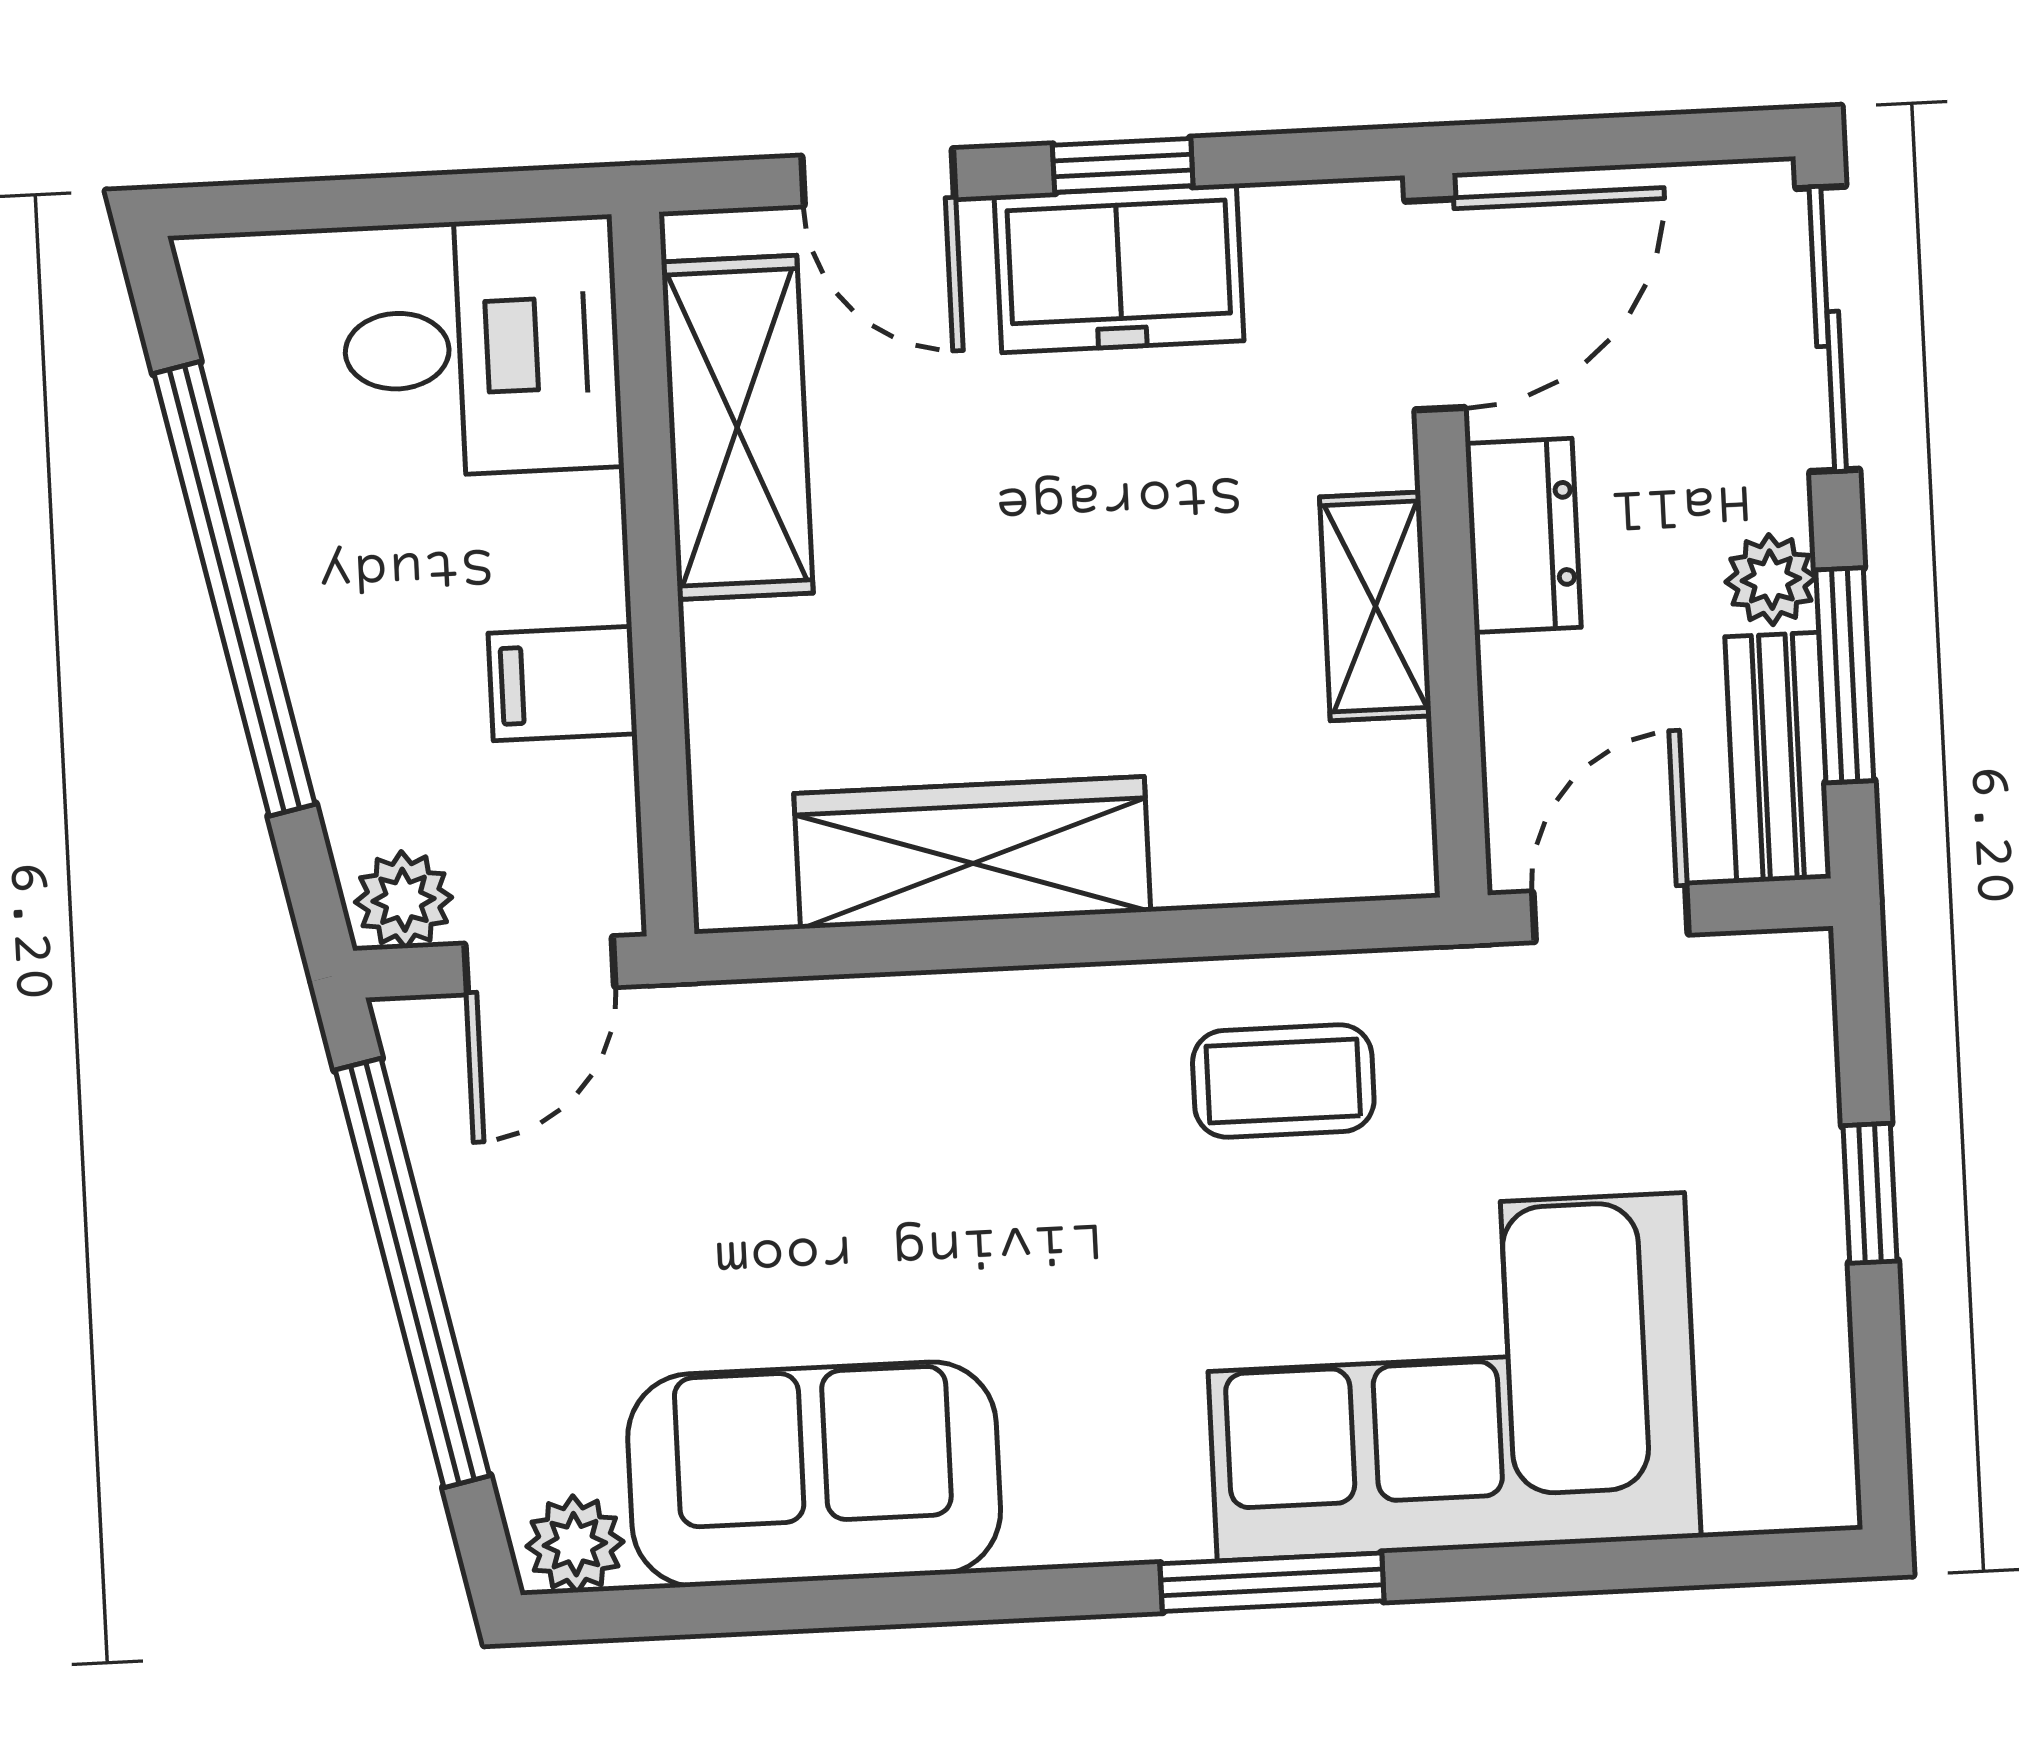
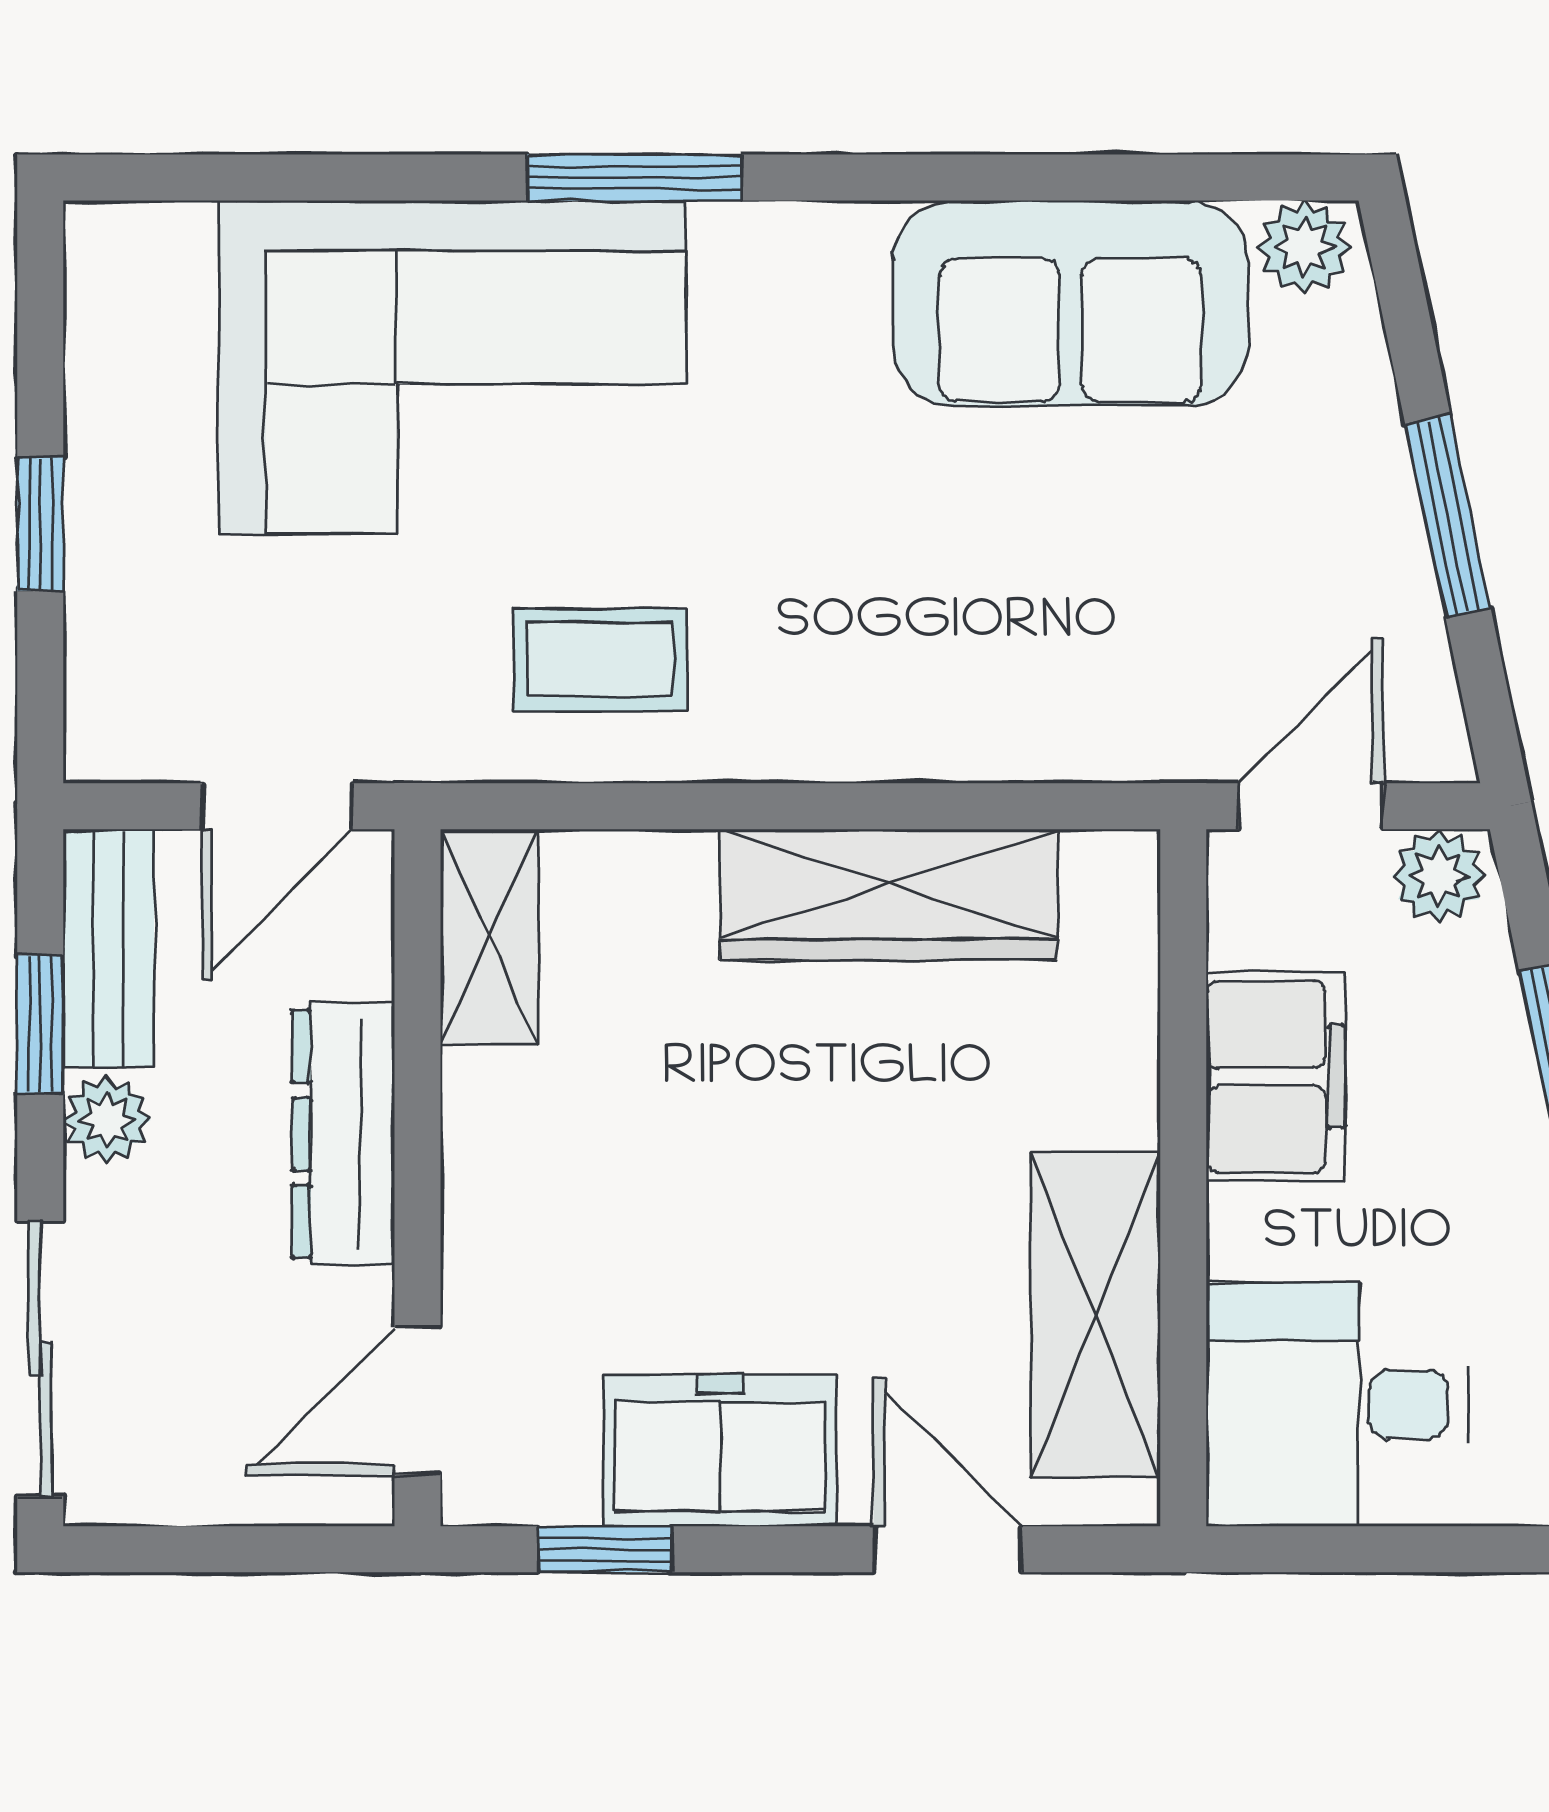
window: (1123, 165) -> (605, 1549), moved
door: (1435, 304) -> (417, 1401), width x0.73
dresser: (1523, 535) -> (343, 1134), width x1.44
shelving: (1375, 606) -> (489, 937), moved
window: (1845, 675) -> (40, 1024), width x0.67
filing cabinet: (563, 684) -> (1276, 1077), width x2.00
window: (412, 1273) -> (1448, 516), width x0.47

